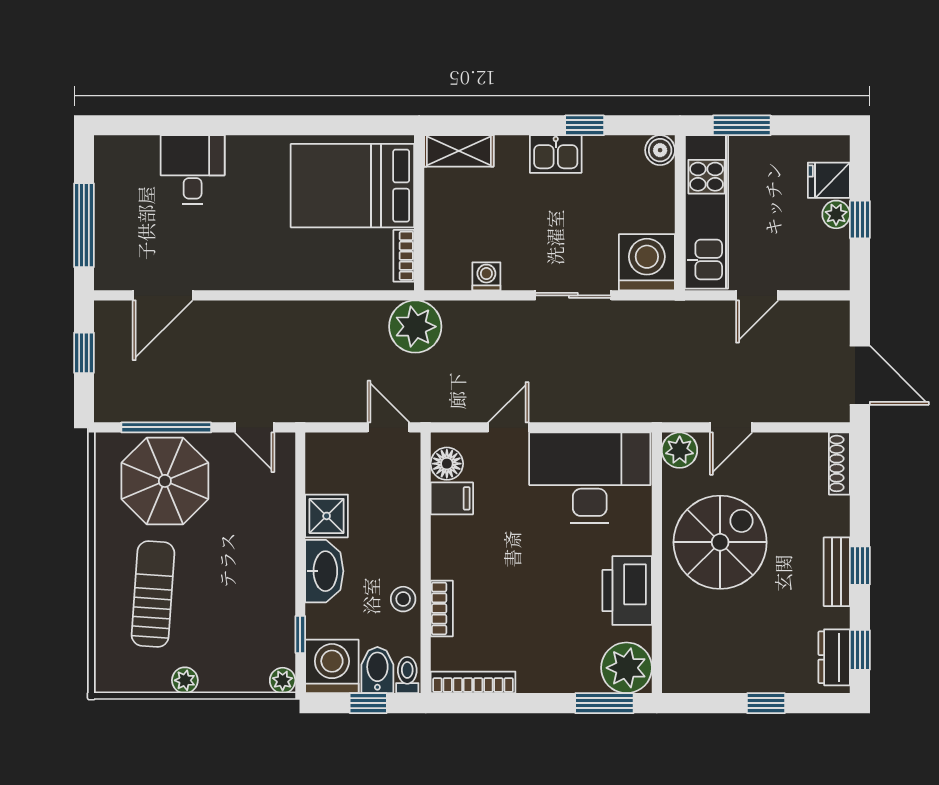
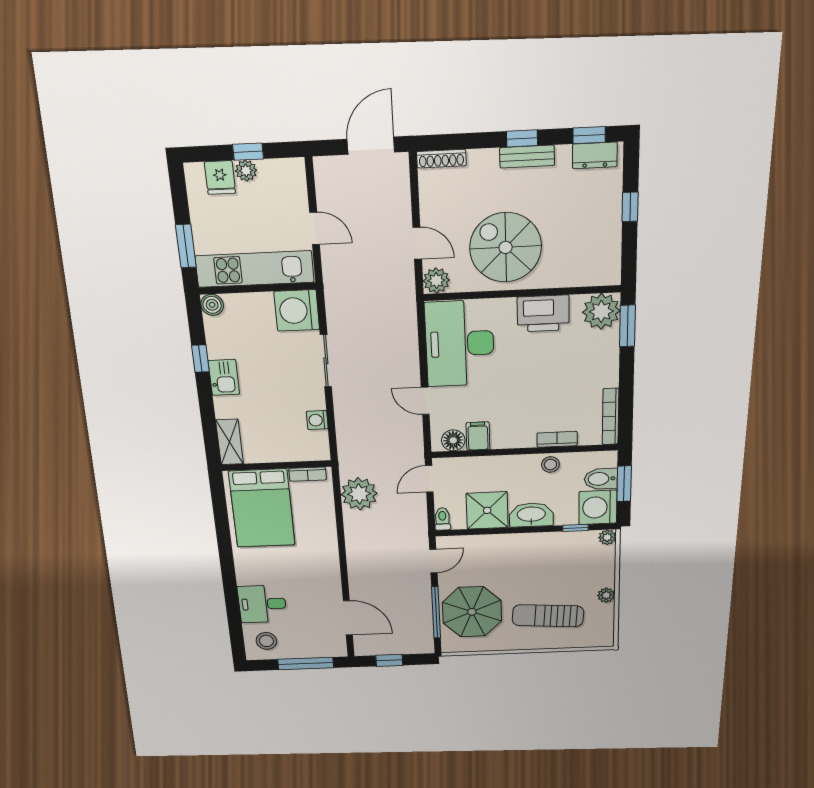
stool: (127, 170) -> (266, 641), added
plant: (415, 327) -> (359, 494), moved
shower: (327, 516) -> (487, 510), width x1.36, depth x1.36
toilet: (407, 675) -> (442, 519), moved, turned 90
window: (368, 703) -> (624, 484), width x1.50

